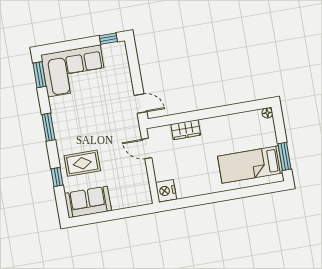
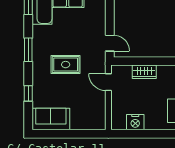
rug: (82, 163) -> (66, 65), moved
nightstand: (166, 191) -> (135, 122), moved, turned -90

